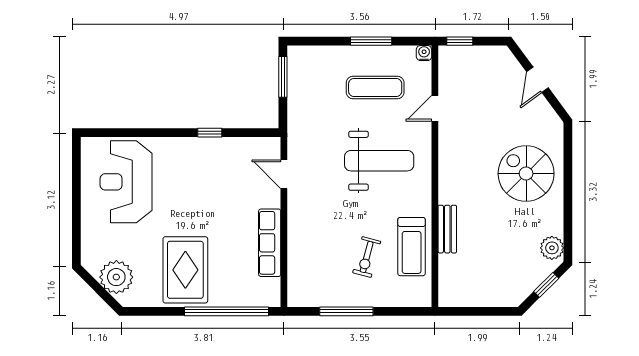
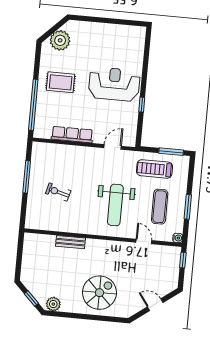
reception desk: (126, 182) -> (114, 84), moved
treadmill: (412, 247) -> (155, 169), moved
rug: (185, 270) -> (61, 82), width x0.73, depth x0.70

